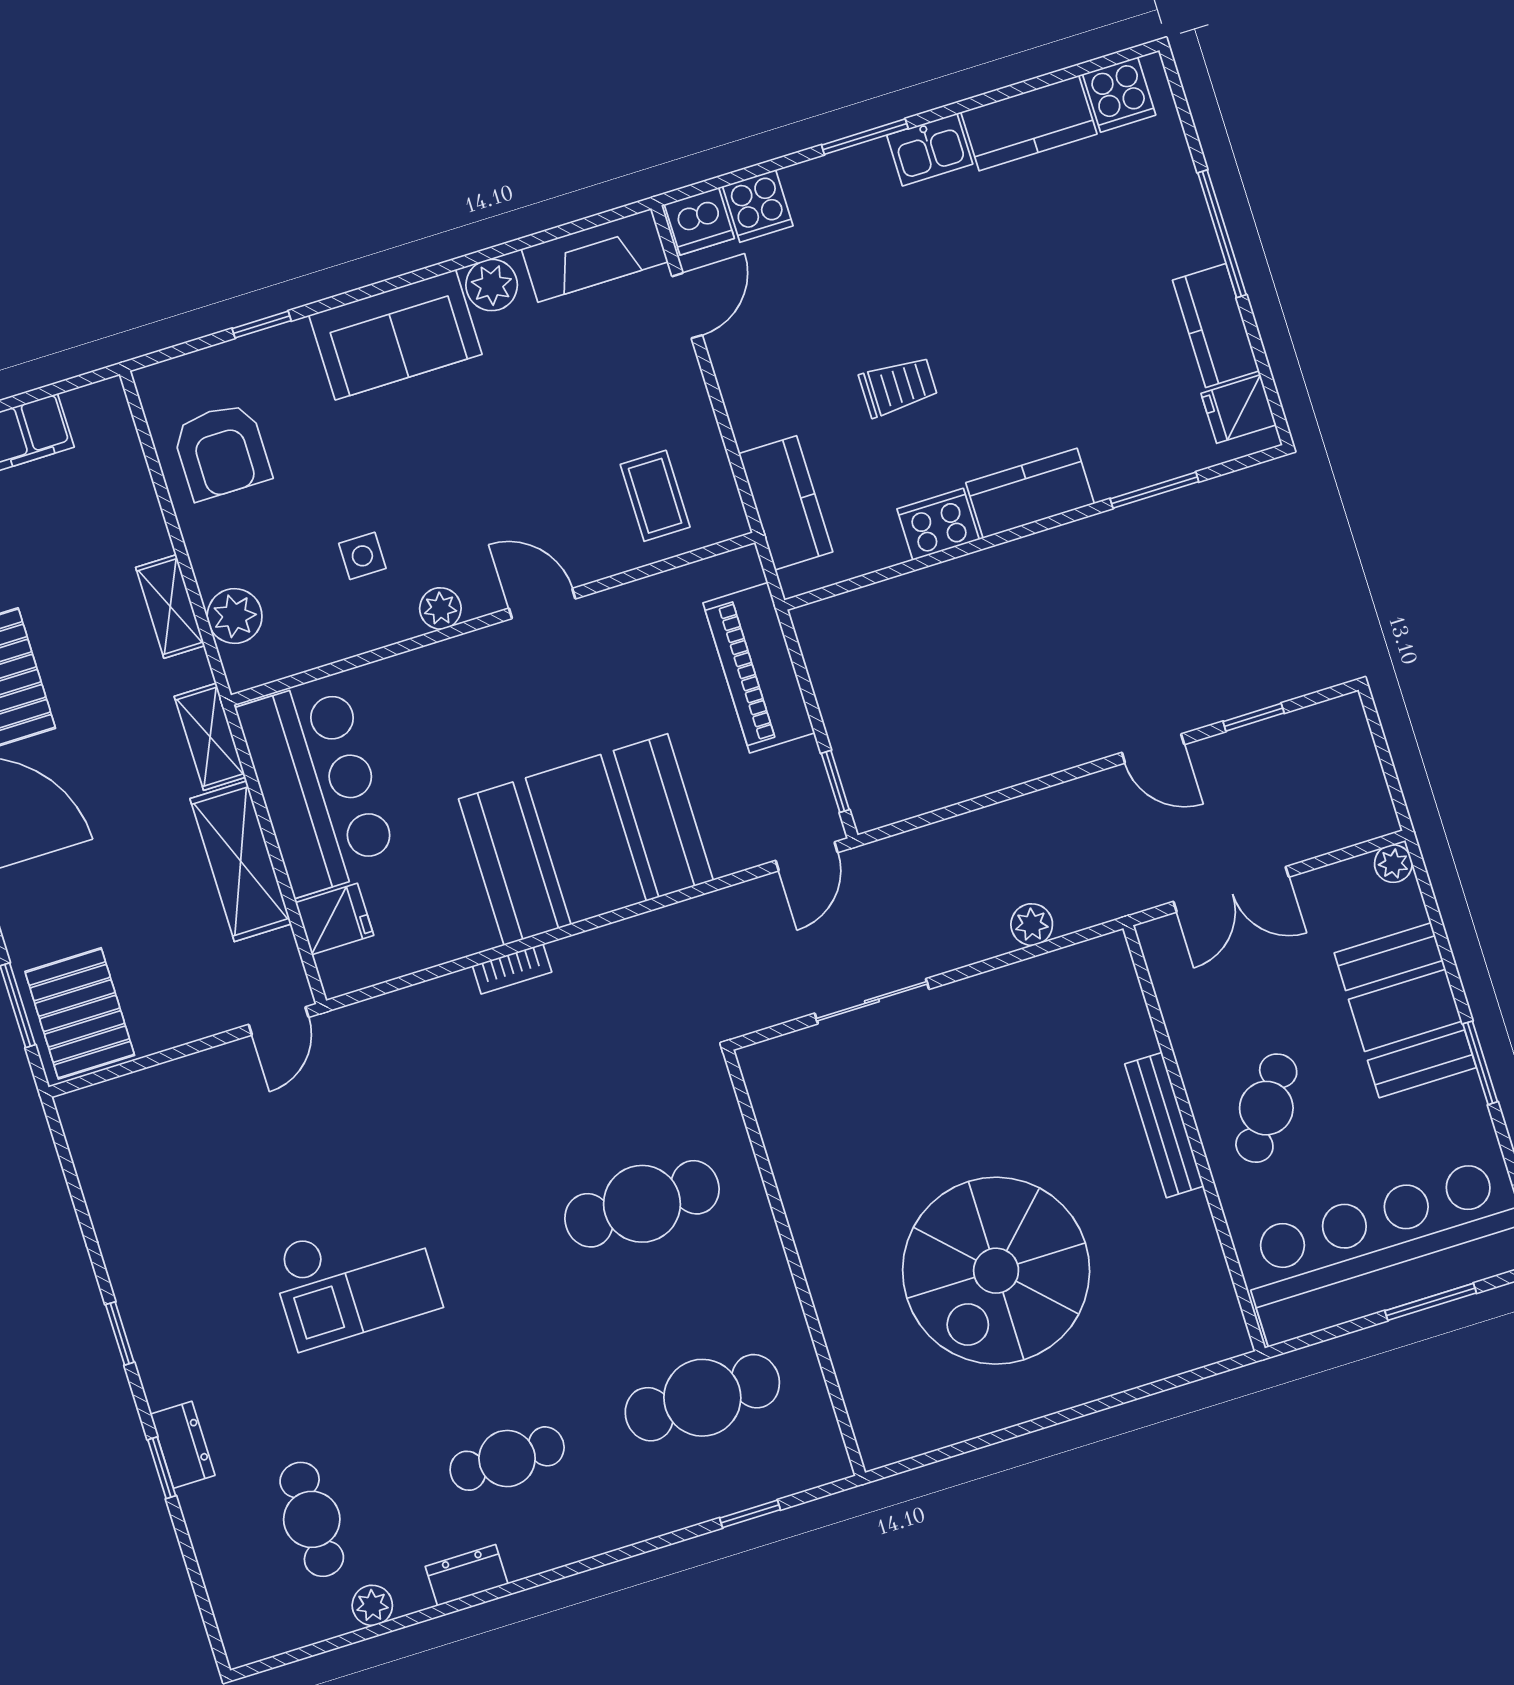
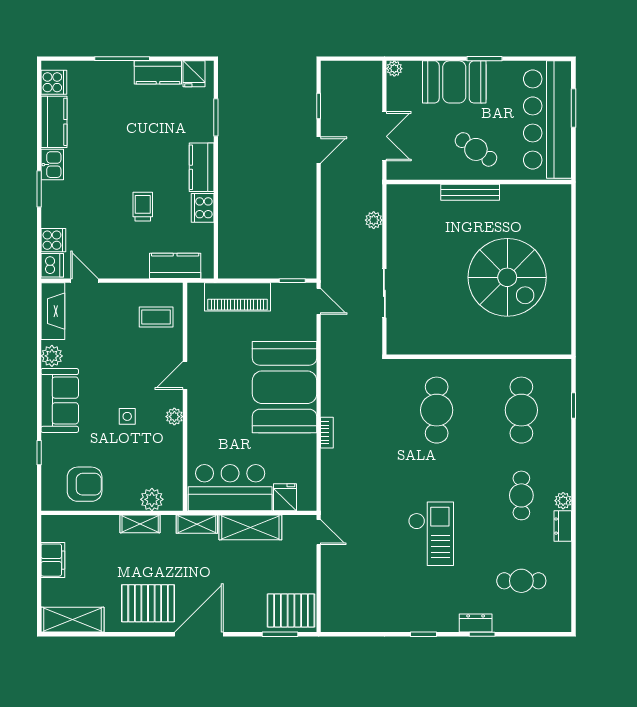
side table: (362, 556) -> (127, 416), moved
plant: (372, 1605) -> (563, 501), moved

